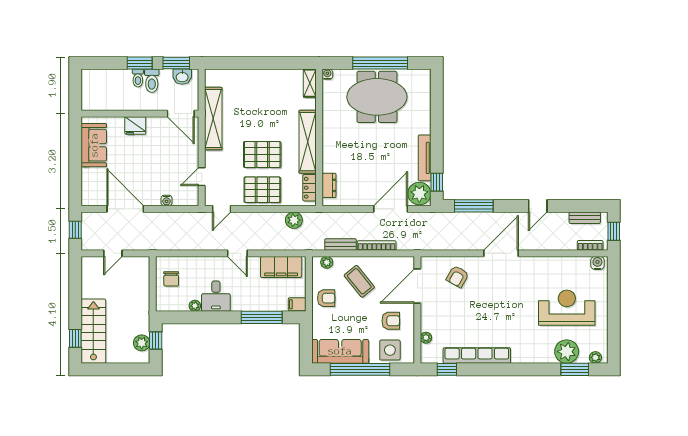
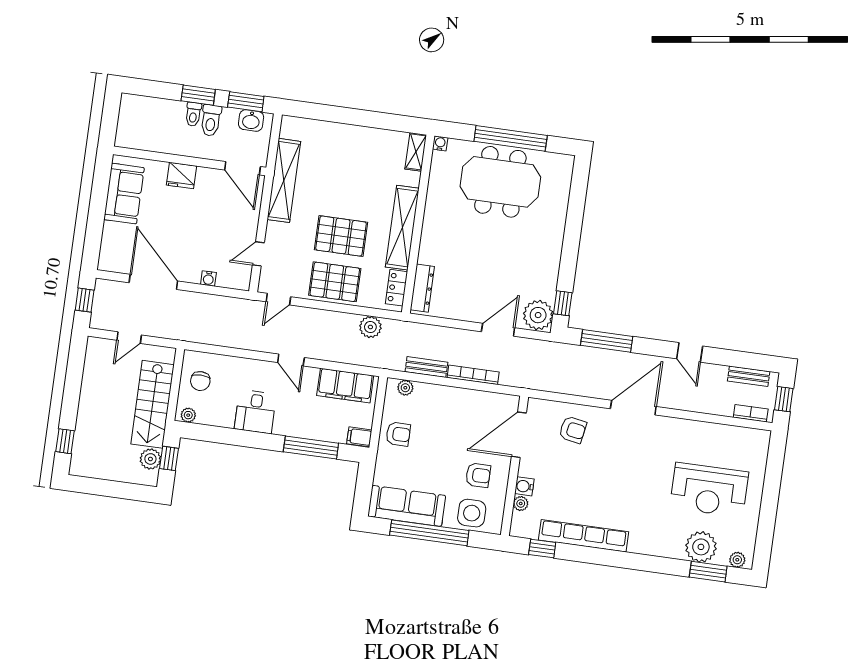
tv unit: (425, 158) -> (551, 270), removed
dresser: (329, 185) -> (422, 288), width x1.44
door: (538, 206) -> (690, 352), hinge flipped
door: (391, 209) -> (498, 330), width x0.73
water cooler: (597, 263) -> (524, 486), moved, turned -90
armchair: (458, 277) -> (573, 430), turned -109
coffee table: (359, 281) -> (444, 418), removed
plant: (195, 306) -> (188, 415), moved
reception desk: (567, 308) -> (709, 490), turned 180
stairs: (93, 331) -> (152, 404), moved, turned 180

